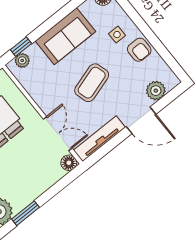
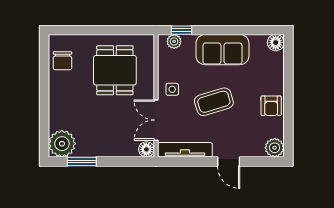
side table: (117, 35) -> (172, 89), moved
plant: (156, 91) -> (275, 148), moved
door: (141, 120) -> (229, 161), width x0.73
double door: (58, 134) -> (156, 120), swing flipped

